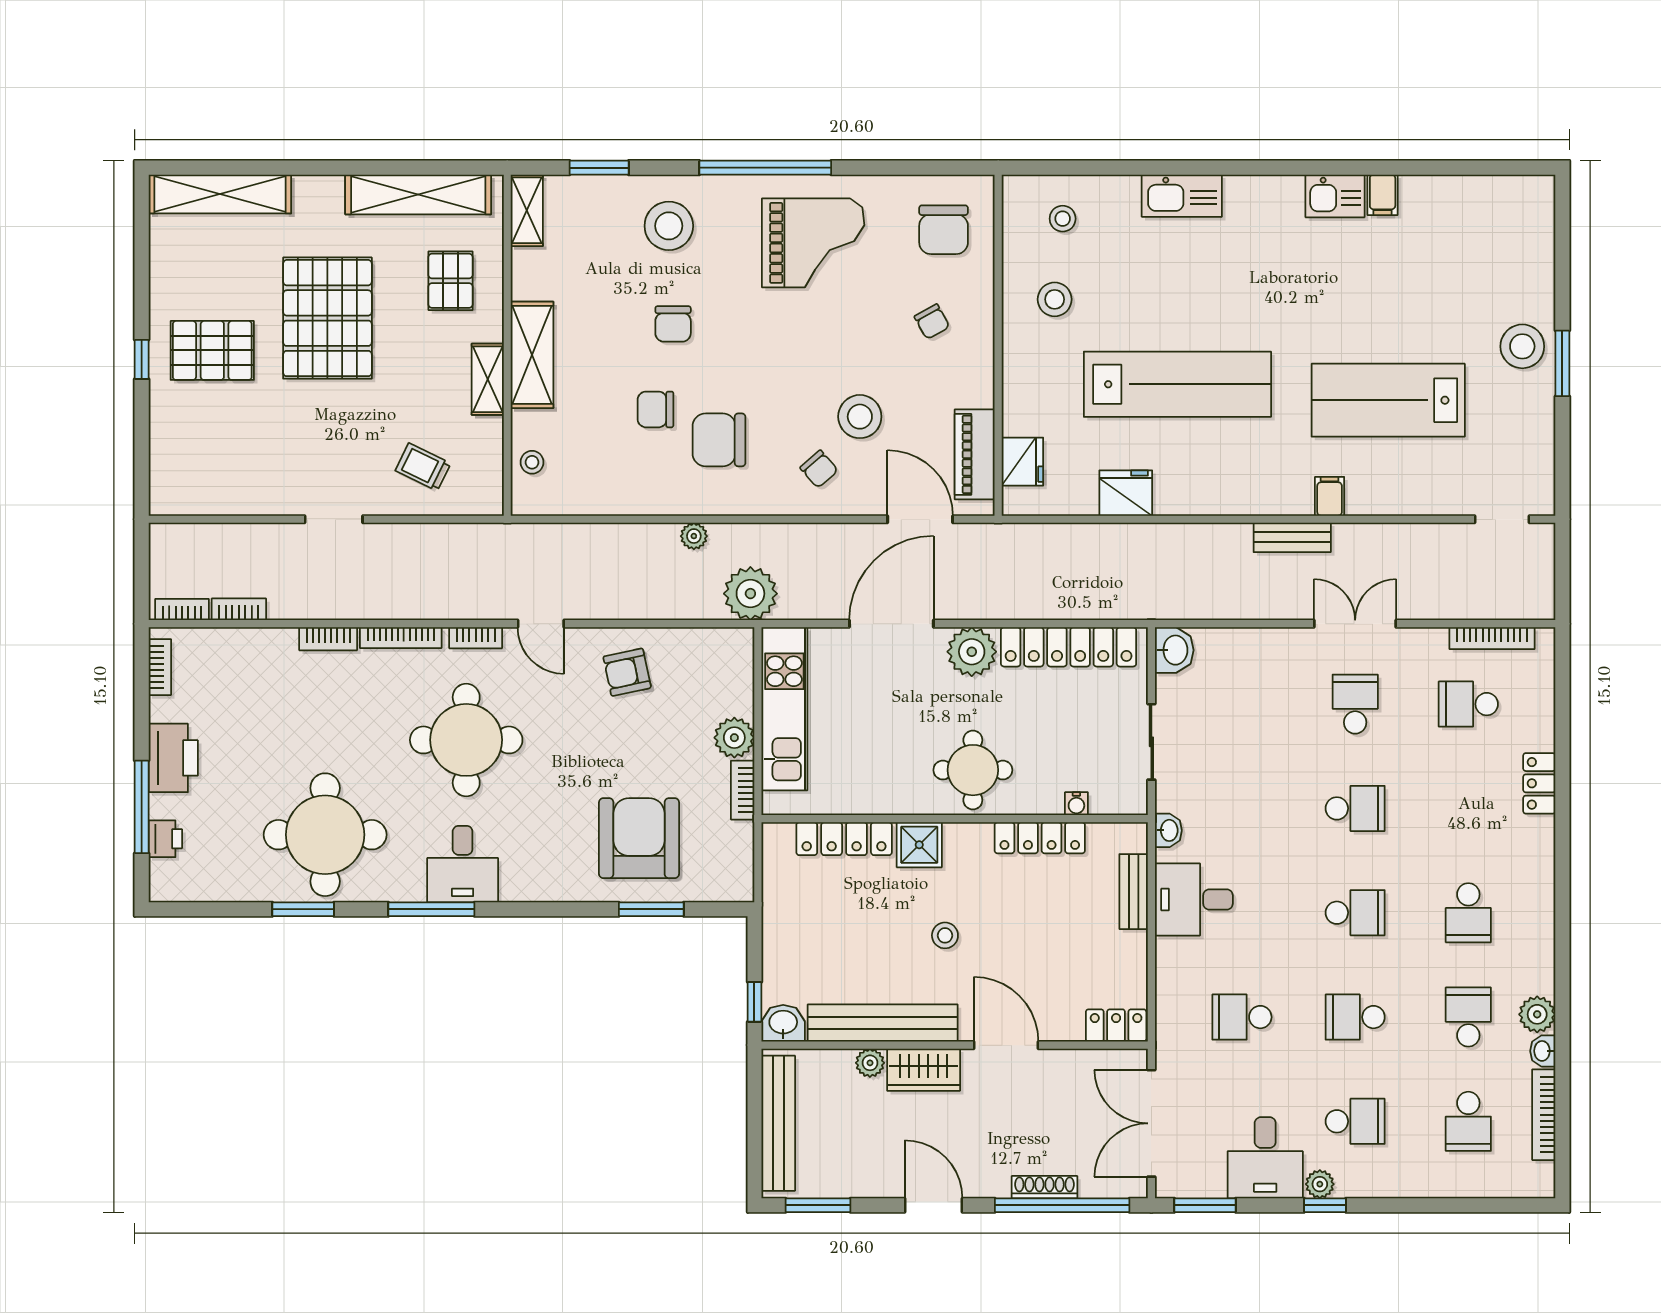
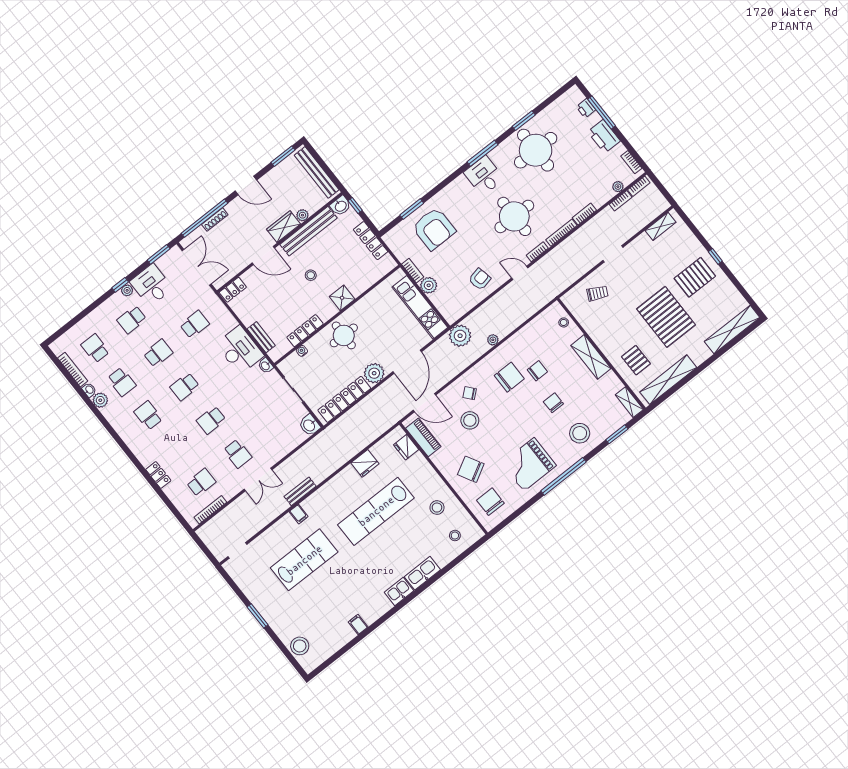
kitchen sink: (1335, 196) -> (399, 591), moved
chair: (932, 322) -> (471, 469), width x1.87, depth x1.87
stool: (1522, 346) -> (300, 646), moved
shelving: (488, 379) -> (661, 226), moved, turned 90
plant: (222, 640) -> (618, 187), added
locker: (844, 839) -> (371, 241), moved, turned -90
desk: (1194, 899) -> (240, 350), width x1.37

